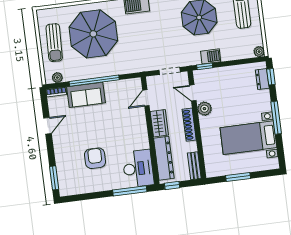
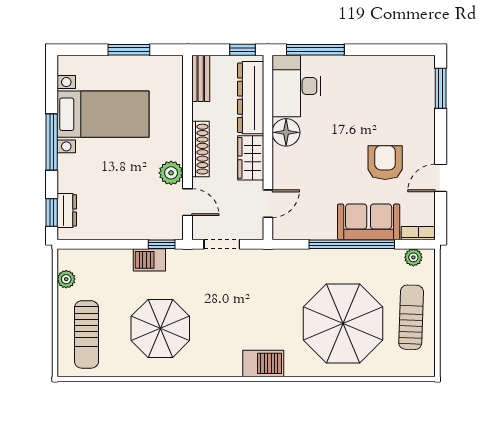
plant: (259, 52) -> (66, 279), moved
floor lamp: (141, 141) -> (286, 132), added
armchair: (95, 158) -> (385, 163), moved, turned 180

